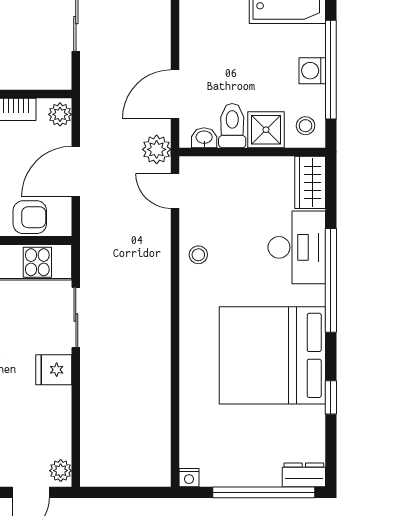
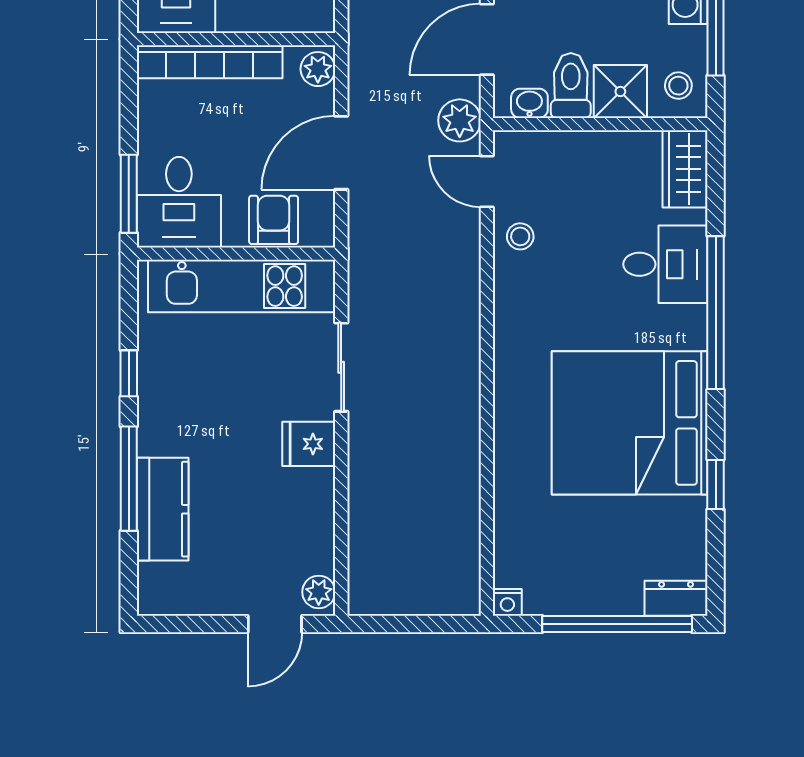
armchair: (30, 217) -> (274, 220), turned -90
desk: (297, 247) -> (665, 264), width x0.73
stool: (198, 255) -> (520, 236), moved

